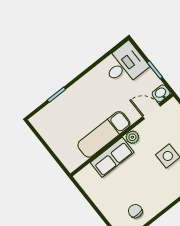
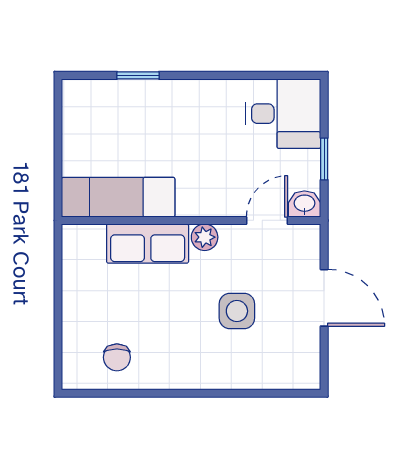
door: (152, 111) -> (267, 220), hinge flipped
exam couch: (104, 134) -> (118, 197), moved
chair: (135, 211) -> (117, 357), turned 180

